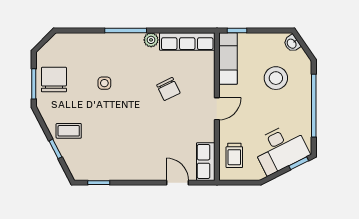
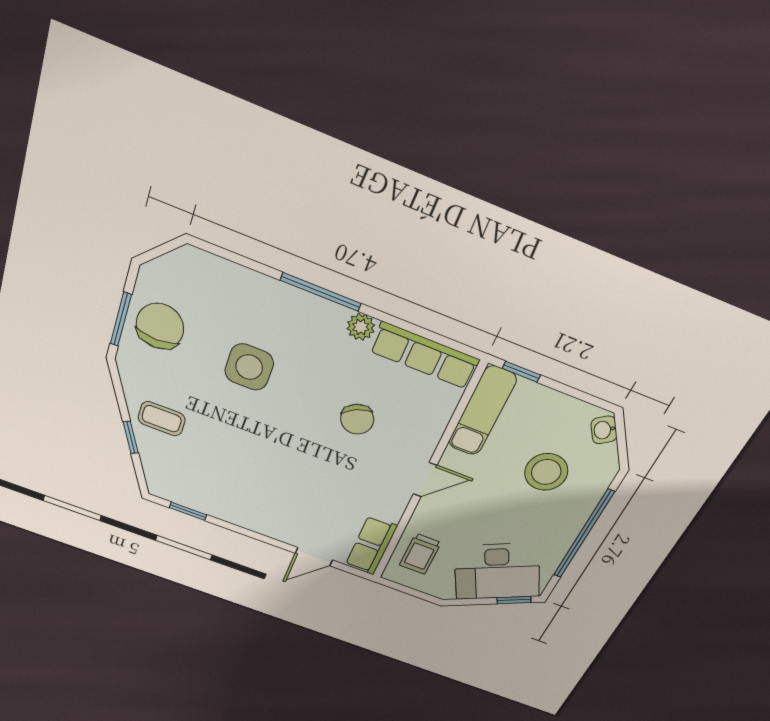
side table: (104, 83) -> (249, 367), width x1.87, depth x1.87
door: (177, 183) -> (314, 557), swing flipped

